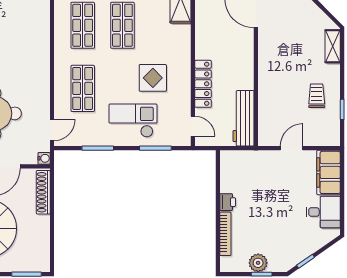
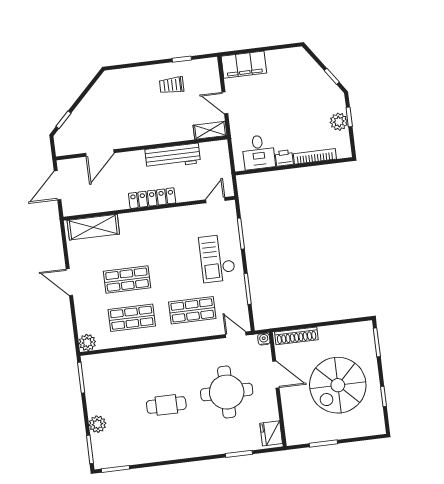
shelving: (333, 46) -> (210, 130), moved
display table: (153, 78) -> (174, 244), removed
locker: (203, 84) -> (152, 198), moved
workbench: (243, 118) -> (173, 156), moved
desk: (323, 212) -> (258, 152), moved, turned 180

